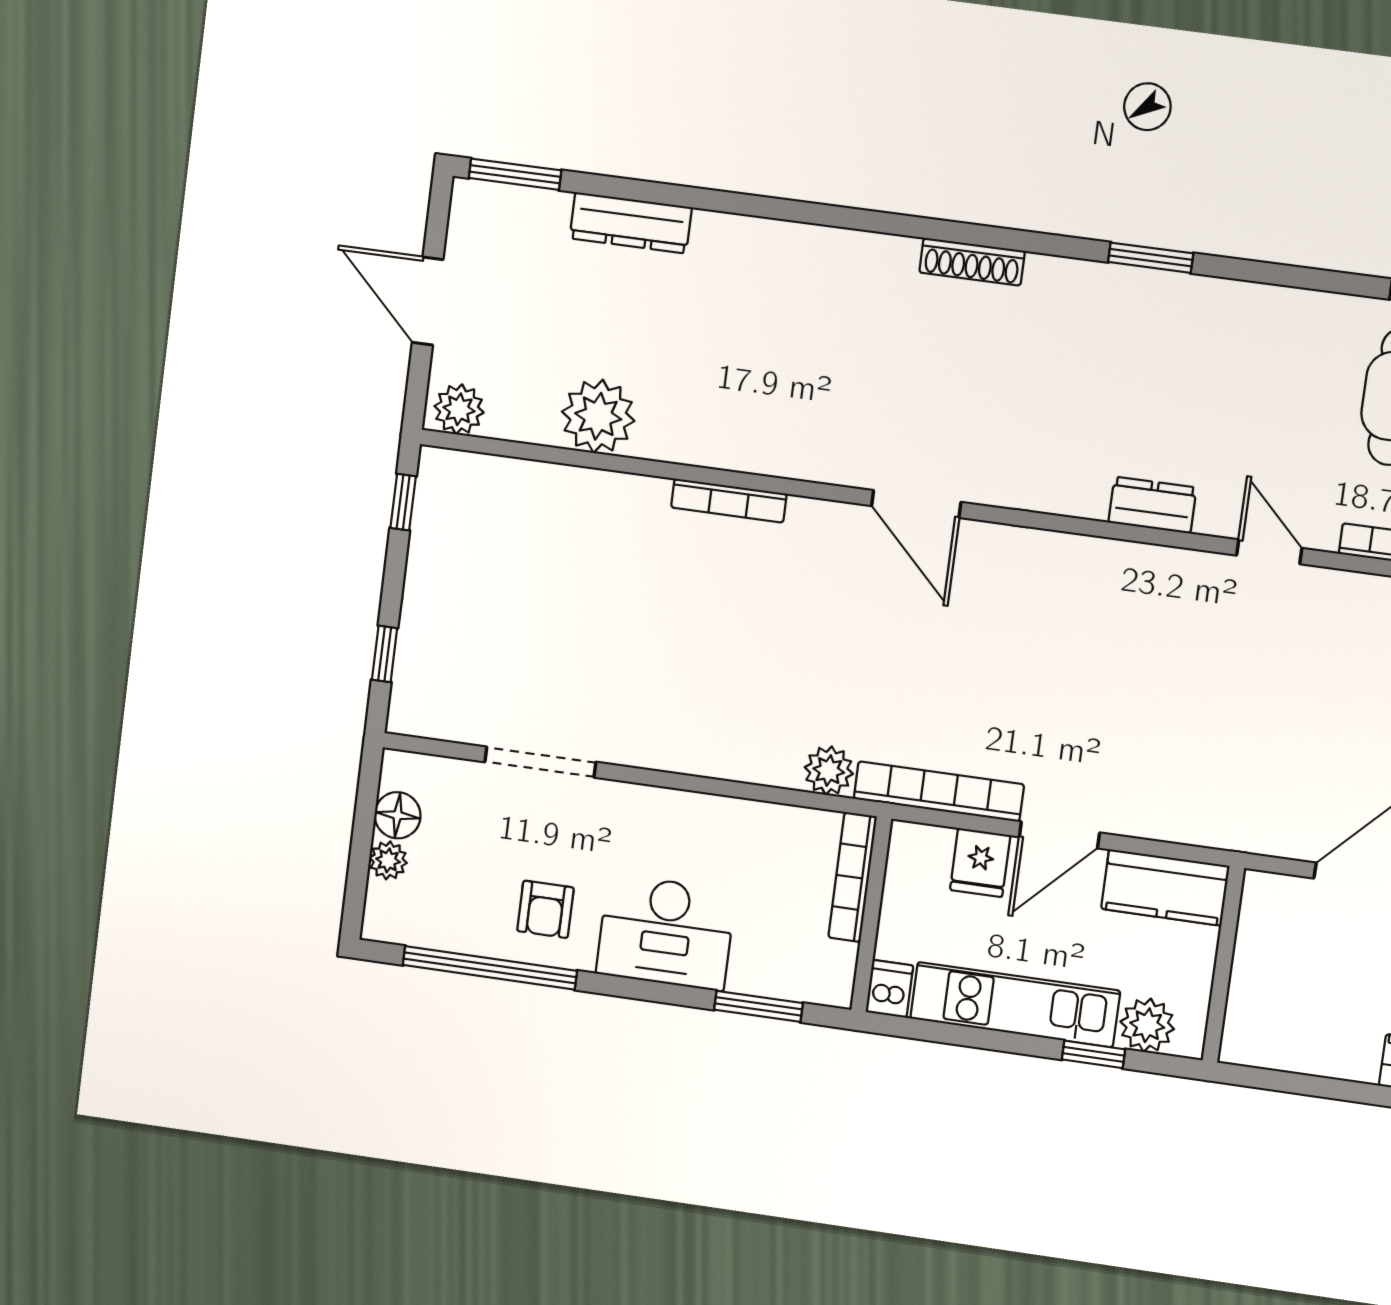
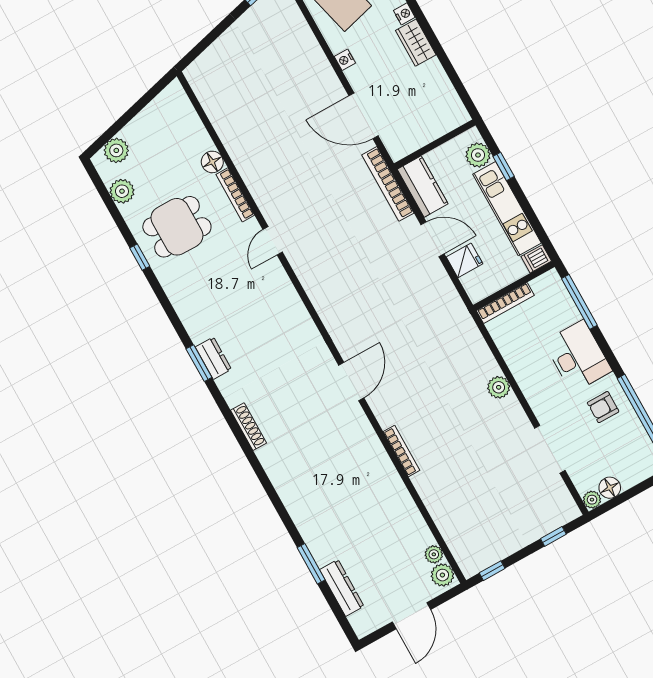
window: (515, 174) -> (311, 564), moved
dresser: (631, 223) -> (342, 588), moved
plant: (598, 416) -> (434, 554), moved, width x0.53, depth x0.53
dresser: (1152, 505) -> (213, 358), moved, turned 180
plant: (829, 771) -> (499, 387), moved
bookcase: (939, 792) -> (388, 184), moved
plant: (388, 860) -> (592, 500), moved
armchair: (545, 909) -> (603, 407), turned 180
window: (759, 1006) -> (579, 302), width x1.44

